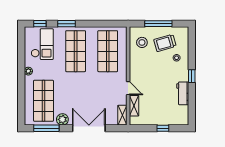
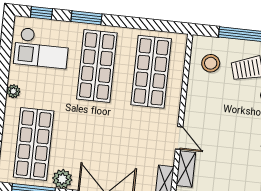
checkout: (42, 44) -> (42, 48), turned 90

